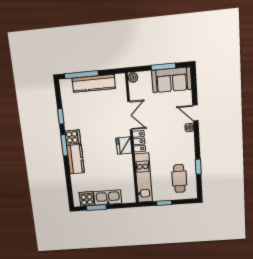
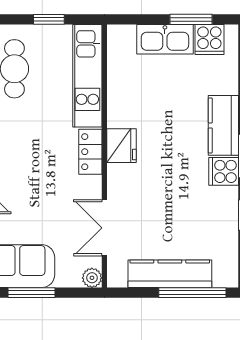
double door: (130, 115) -> (104, 228), moved

